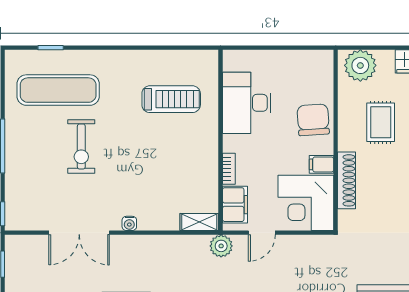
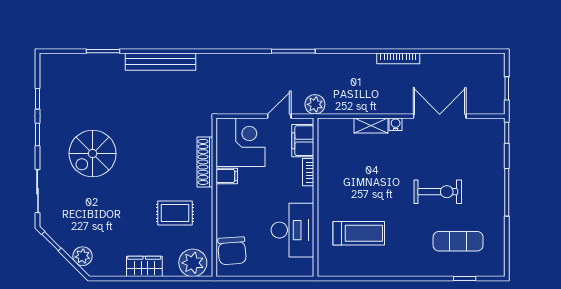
exercise mat: (58, 90) -> (458, 241), width x0.73, depth x0.69
treadmill: (171, 99) -> (359, 233), turned 180
chair: (313, 120) -> (232, 251), moved
rug: (381, 122) -> (175, 213), turned 90
exercise bike: (81, 147) -> (438, 192), turned 90
shelving: (199, 222) -> (371, 125), moved

